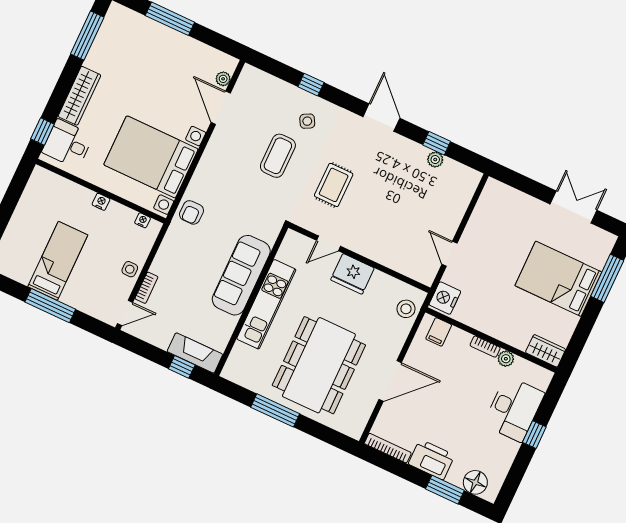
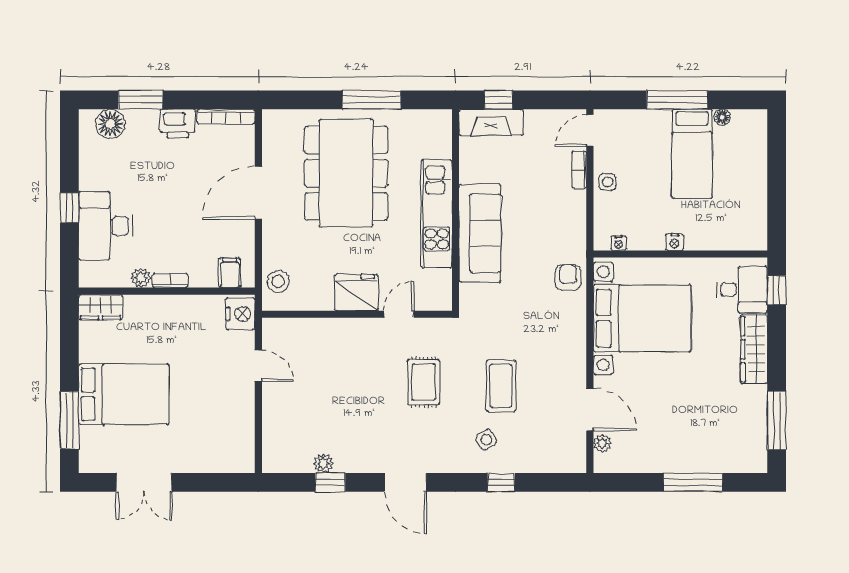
floor lamp: (23, 277) -> (722, 117), added
printer: (432, 460) -> (178, 124), width x0.73, depth x0.84

